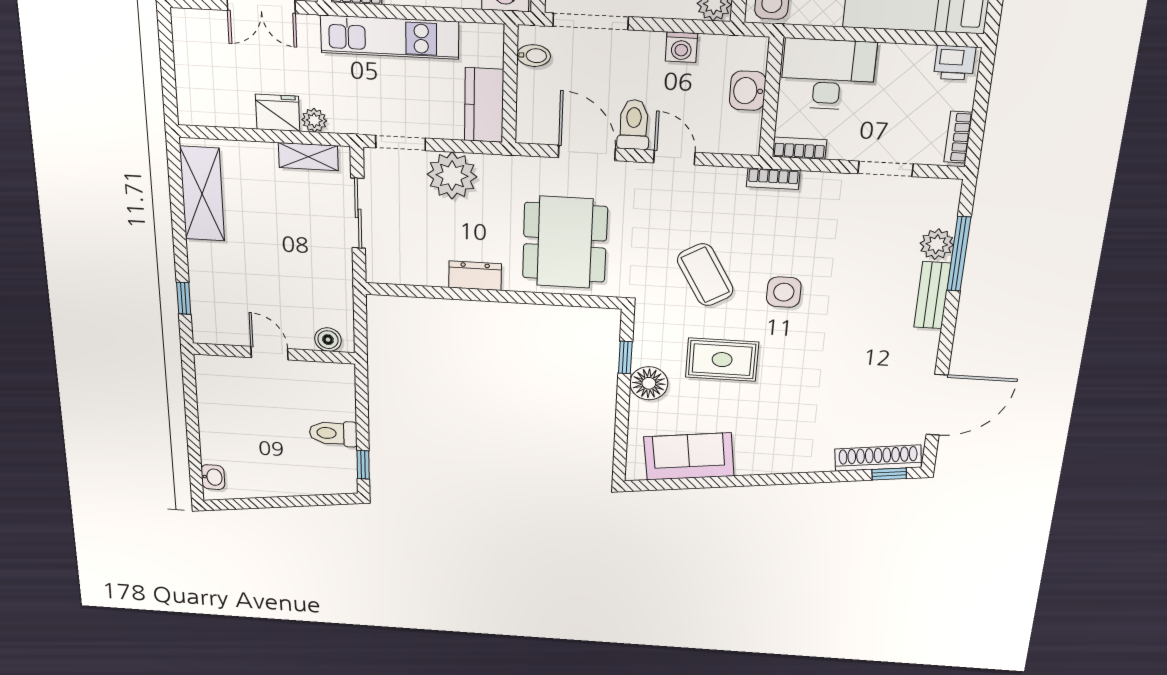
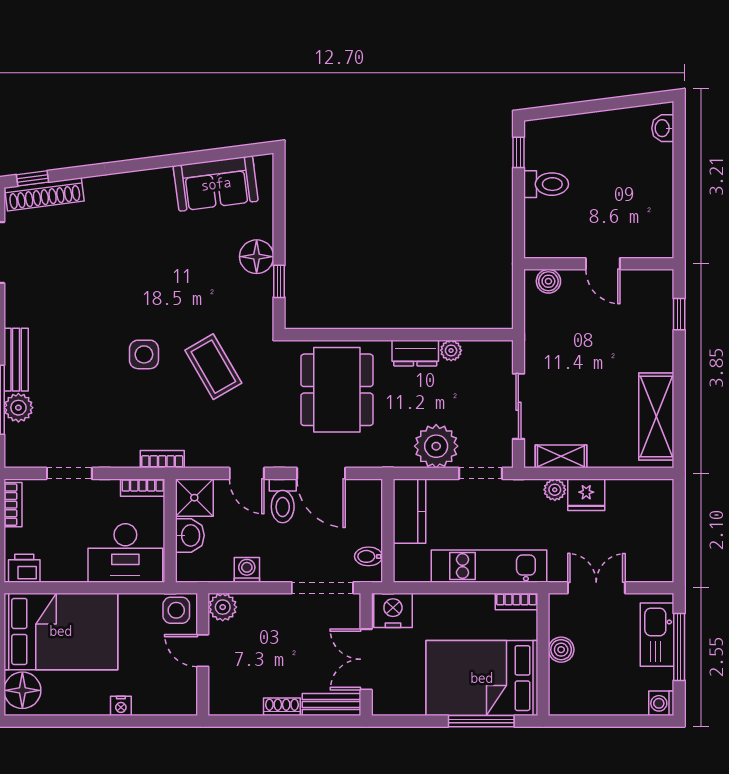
shower: (739, 134) -> (194, 498), added
plant: (435, 276) -> (451, 350), added
rug: (722, 360) -> (193, 285), removed

